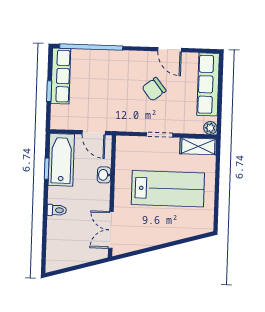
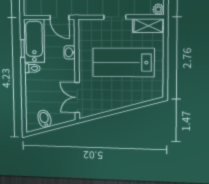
lab bench: (168, 189) -> (123, 62), turned 180
toilet: (57, 210) -> (32, 68), moved
bidet: (69, 256) -> (44, 119), added

